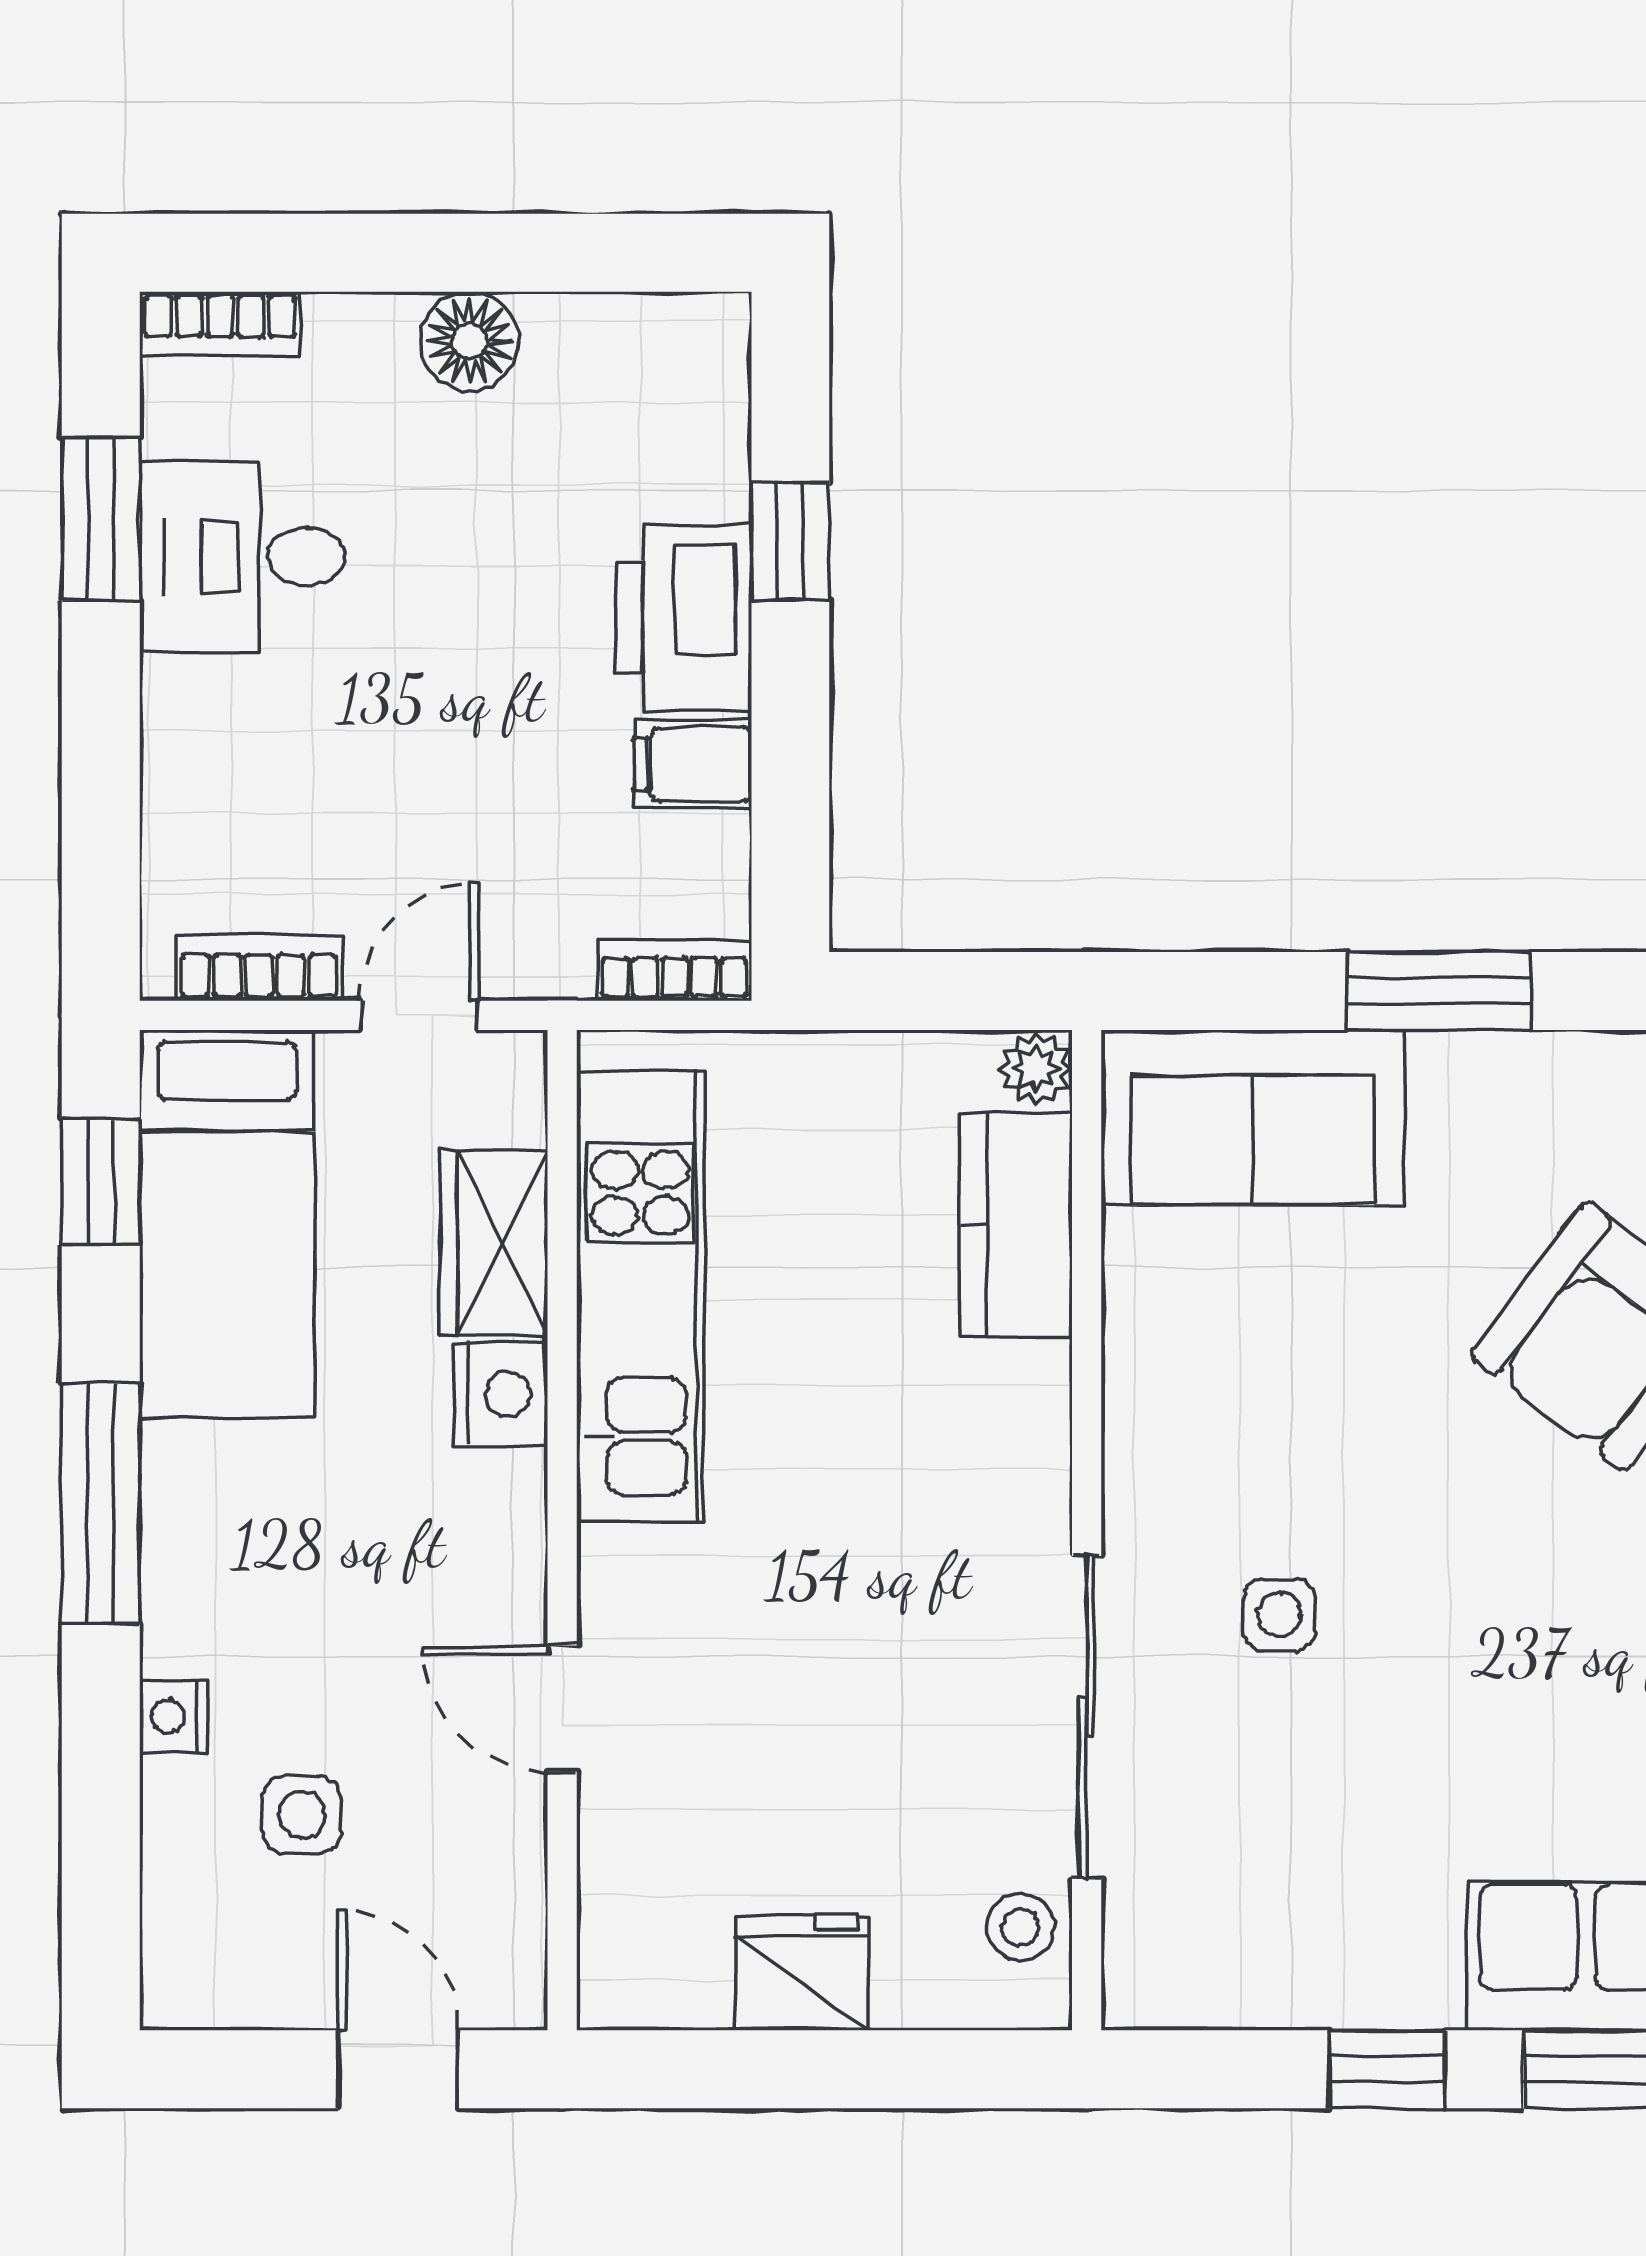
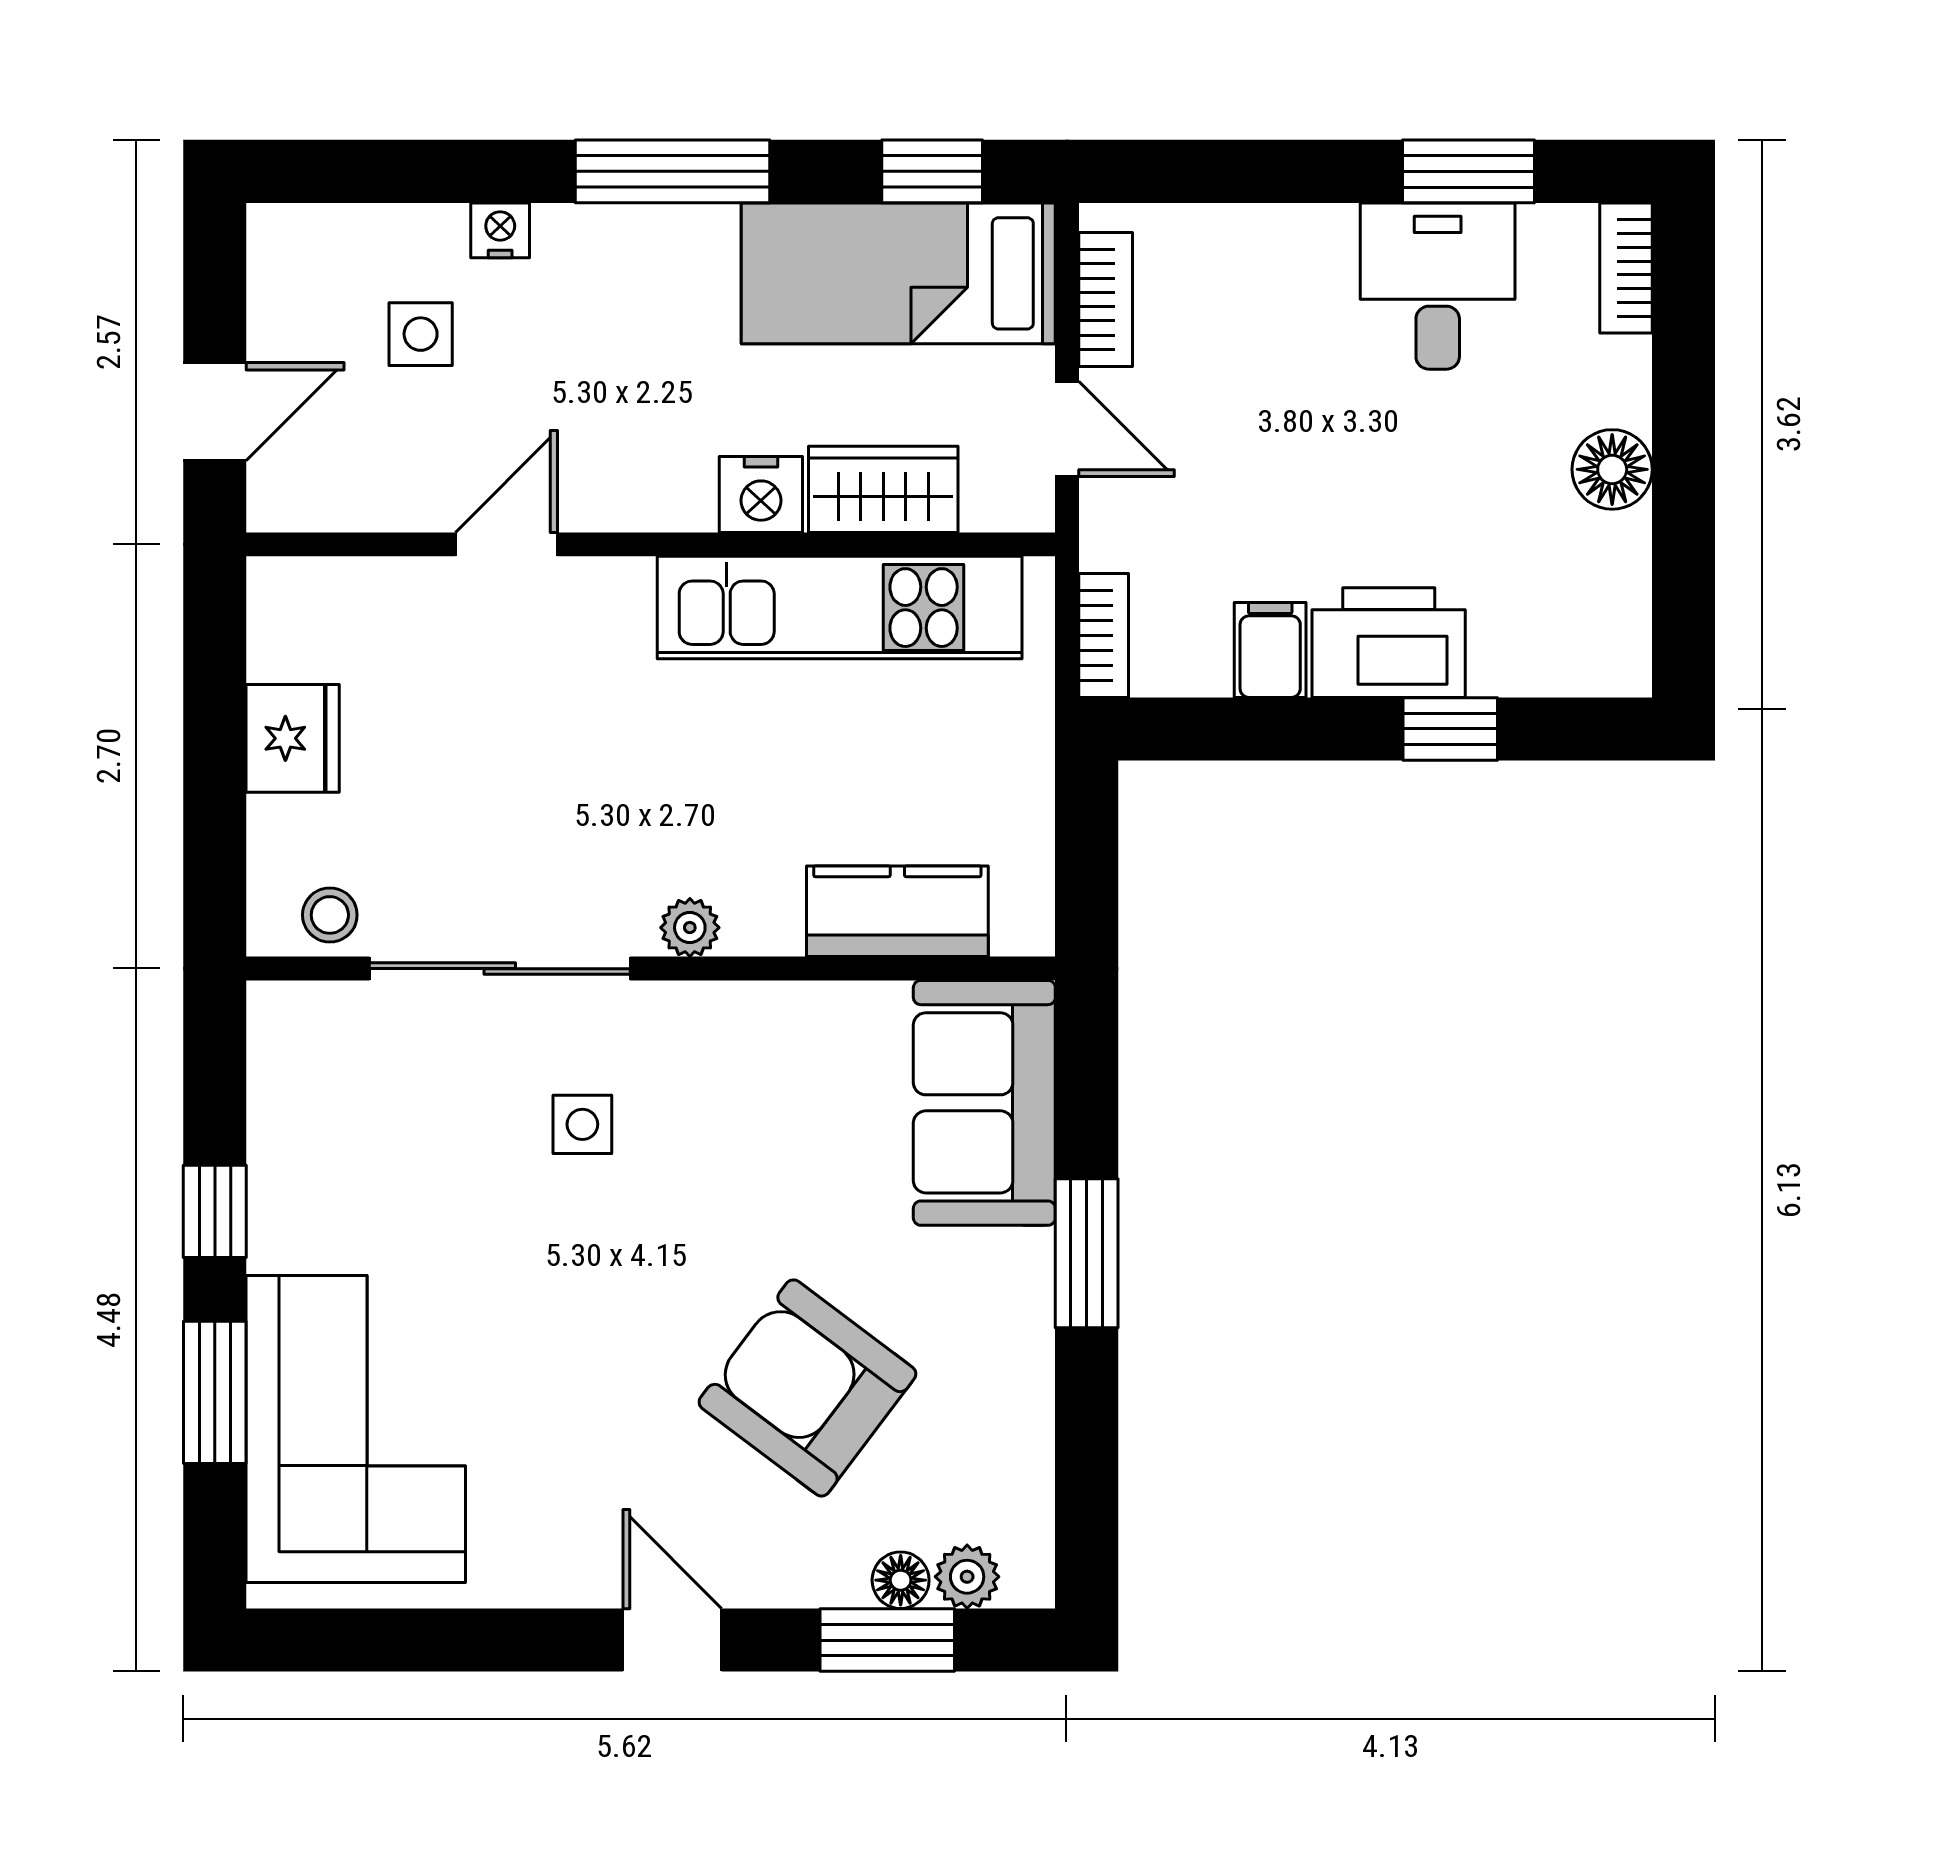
plant: (1036, 1069) -> (690, 928), moved

